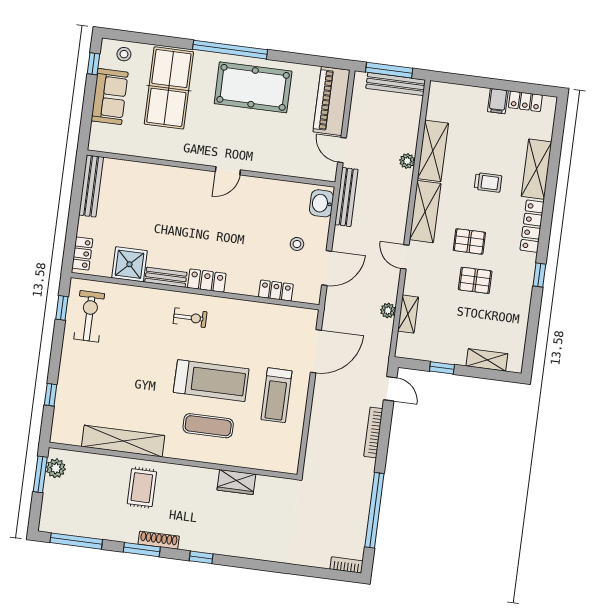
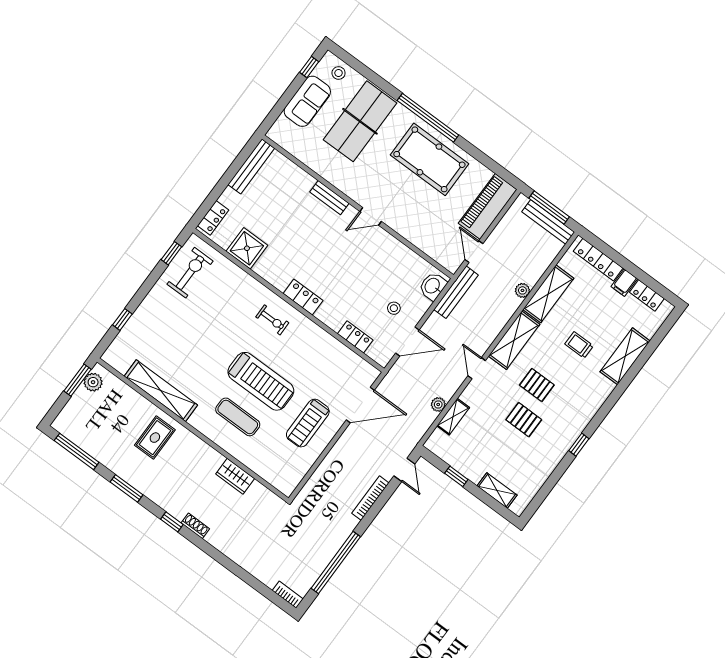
trolley: (488, 182) -> (579, 345), turned 180
locker: (532, 226) -> (598, 260), moved, turned -90
bench: (166, 277) -> (329, 198), moved
shoe rack: (159, 540) -> (195, 526), moved, width x0.70

